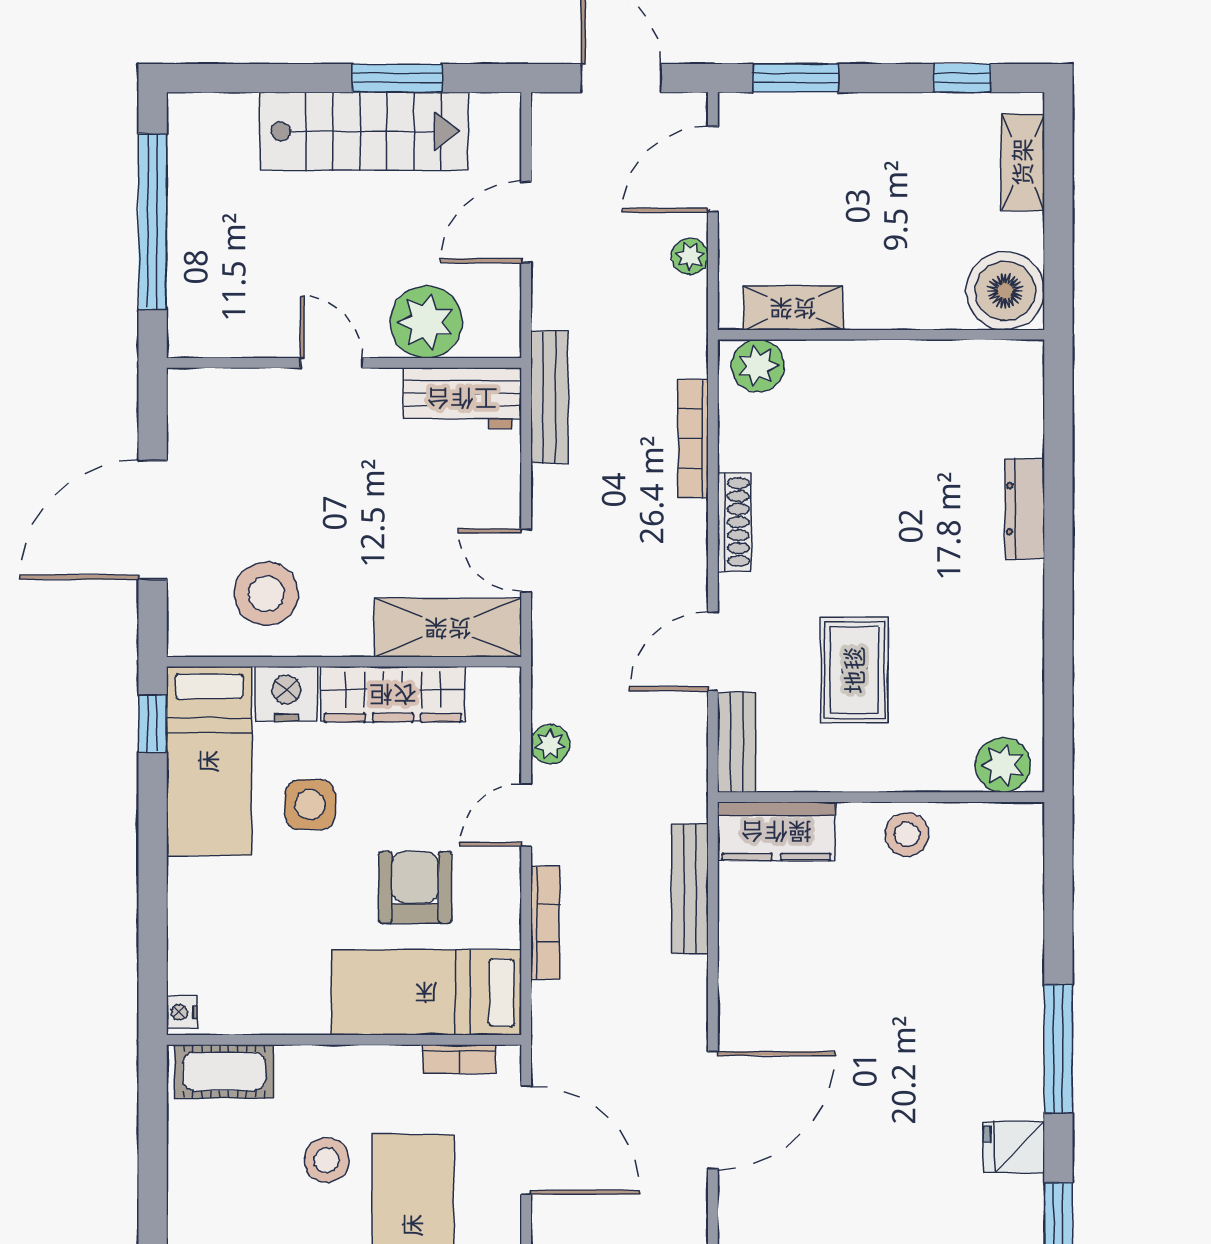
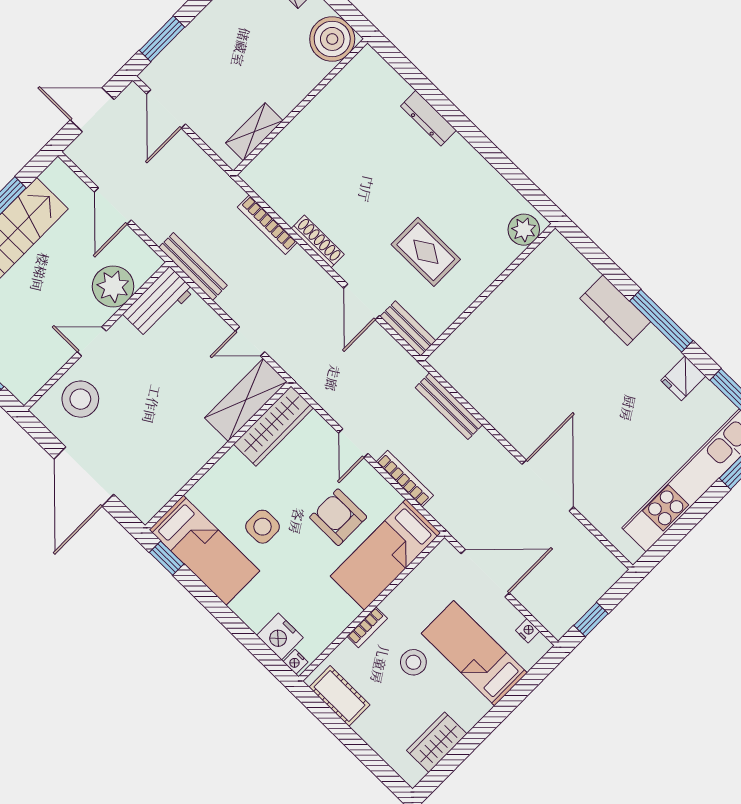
plant: (690, 256) -> (192, 153), removed
plant: (758, 366) -> (264, 169), removed
stool: (266, 594) -> (80, 399), moved
nightstand: (286, 694) -> (280, 636), moved, turned -90
wardrobe: (393, 694) -> (273, 426), moved
plant: (550, 744) -> (334, 405), removed
kitchen counter: (776, 831) -> (615, 310), moved, turned 90
stool: (907, 834) -> (514, 296), removed
bookcase: (459, 1059) -> (367, 627), moved
cot: (224, 1071) -> (339, 696), moved, turned 90

